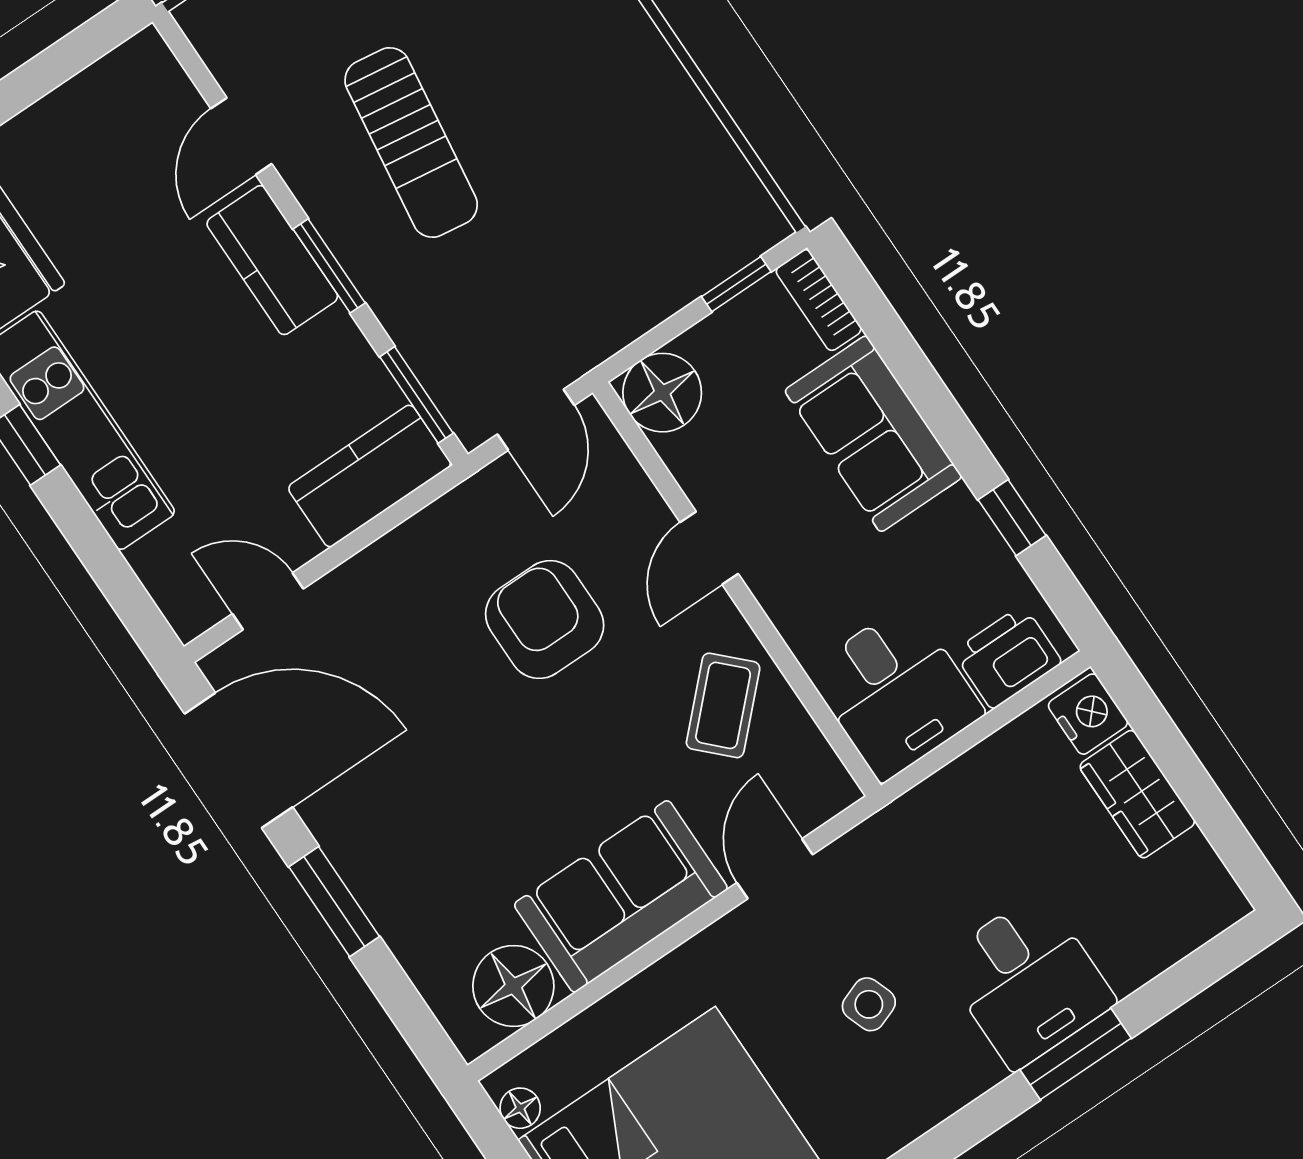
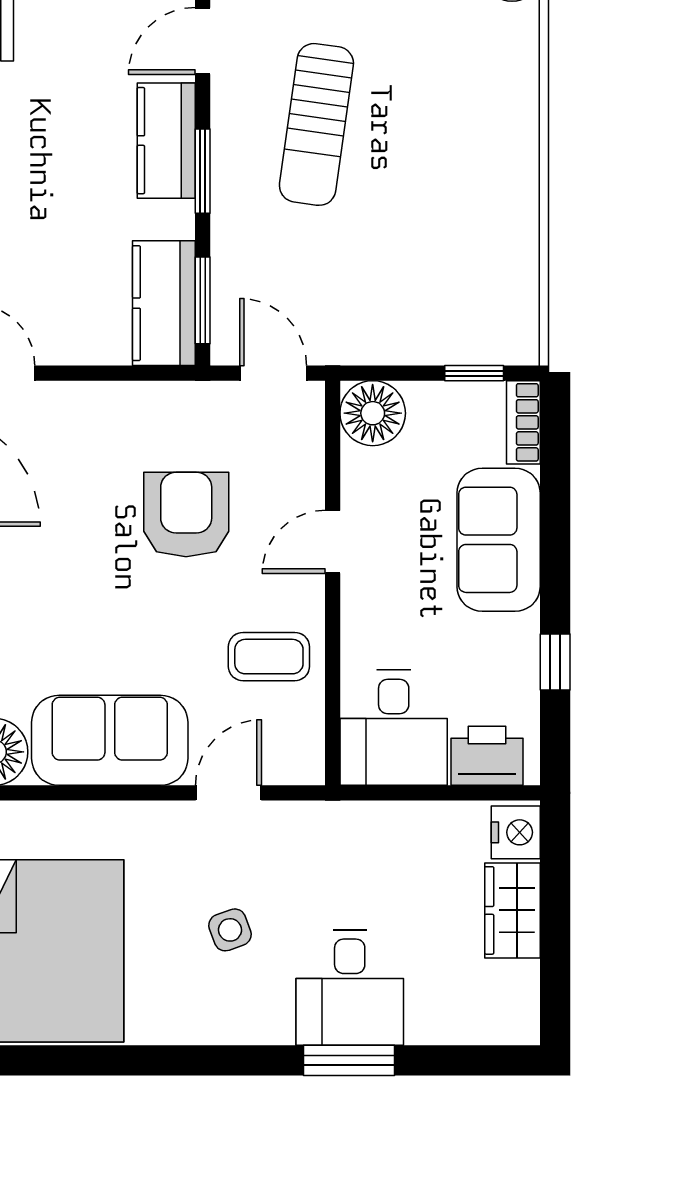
door: (536, 420) -> (273, 373), swing flipped
kitchen counter: (370, 476) -> (164, 303), moved, turned -90
coffee table: (723, 705) -> (269, 657), turned 45

